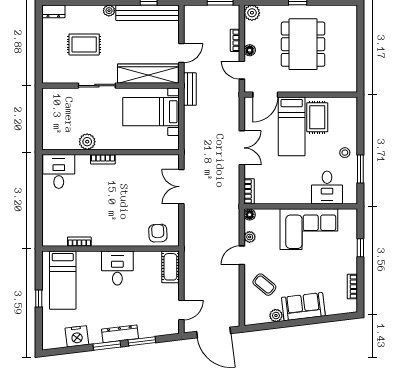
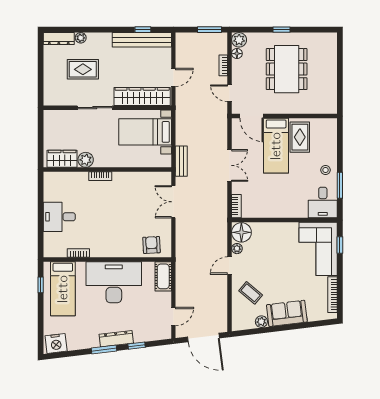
dresser: (53, 11) -> (59, 38), width x1.44
plant: (109, 11) -> (81, 38), moved
floor lamp: (250, 50) -> (237, 54), moved
bench: (190, 89) -> (181, 161), moved
door: (265, 95) -> (251, 116), hinge flipped
wardrobe: (62, 140) -> (62, 159), added
desk: (59, 171) -> (59, 217), moved, turned -90
desk: (327, 188) -> (323, 203), moved
floor lamp: (250, 215) -> (241, 232), width x1.89, depth x1.89
corner sofa: (309, 229) -> (318, 249), moved, turned 90
window: (360, 248) -> (340, 245), moved
desk: (117, 268) -> (114, 282), width x1.87, depth x1.30
bookcase: (352, 287) -> (332, 295), width x1.56
window: (39, 298) -> (41, 285), moved
nightstand: (77, 336) -> (56, 343), moved
window: (142, 341) -> (137, 346), width x0.67

